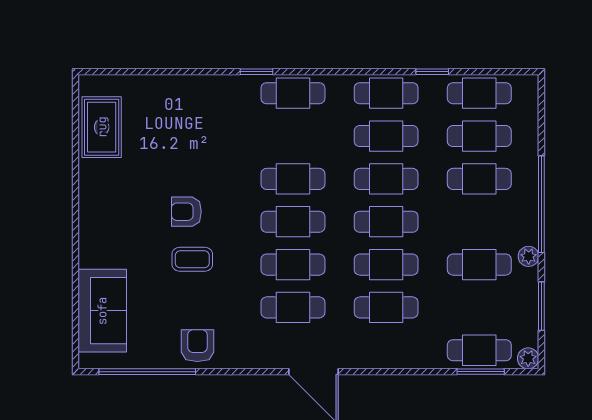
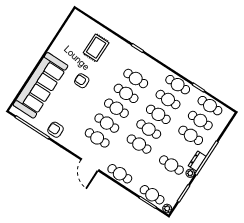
cafe table: (293, 93) -> (136, 79), moved
rug: (102, 127) -> (96, 48), moved
dresser: (527, 222) -> (197, 161), added
coffee table: (192, 259) -> (73, 99), removed
cafe table: (386, 307) -> (120, 174), moved
sofa: (102, 311) -> (41, 85), width x1.85, depth x1.27
armchair: (198, 346) -> (55, 130), turned -90

